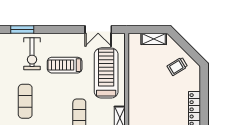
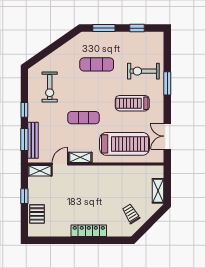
window: (22, 30) -> (167, 83), moved
treadmill: (65, 65) -> (132, 103), turned -90

